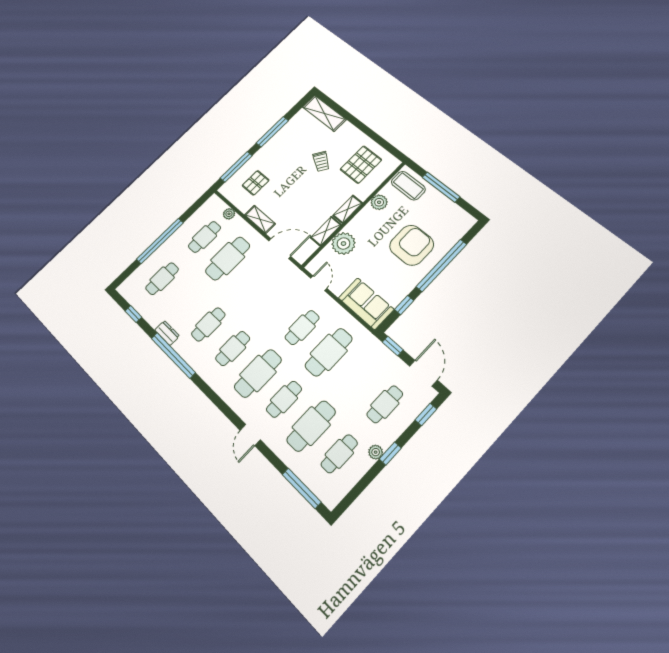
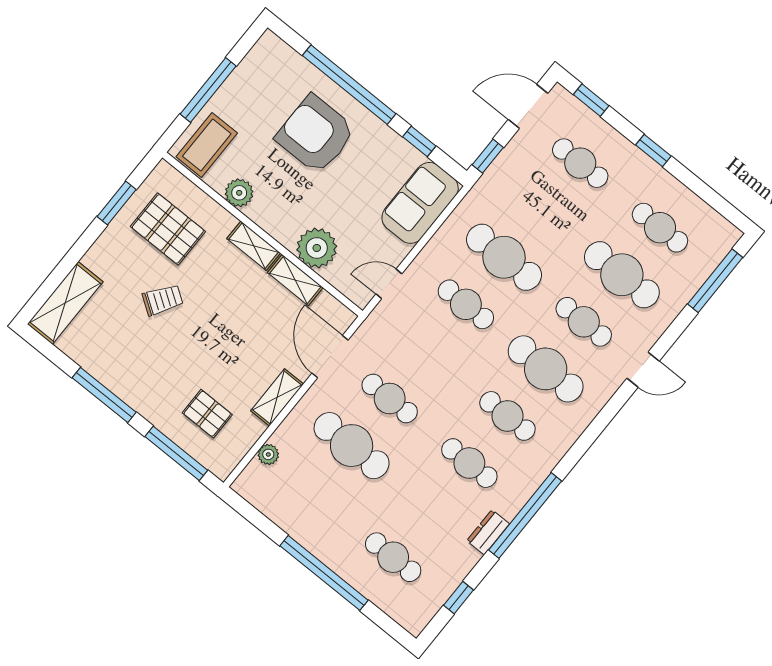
window: (378, 139) -> (117, 203), added
cafe table: (205, 237) -> (390, 398), moved
plant: (376, 452) -> (653, 173), removed

